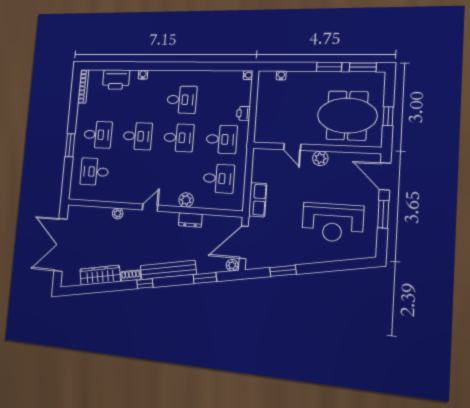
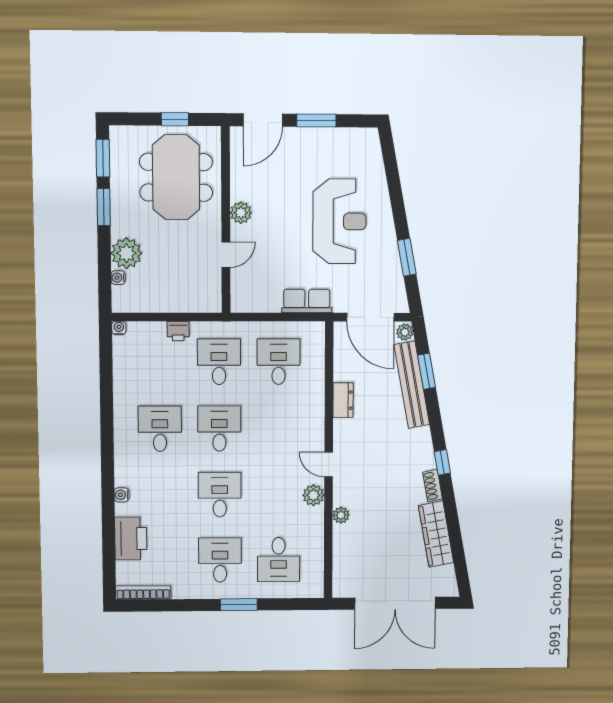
plant: (297, 81) -> (126, 253), added
plant: (186, 200) -> (313, 495), moved
reception desk: (333, 222) -> (339, 221), moved
bench: (168, 270) -> (412, 385), moved

